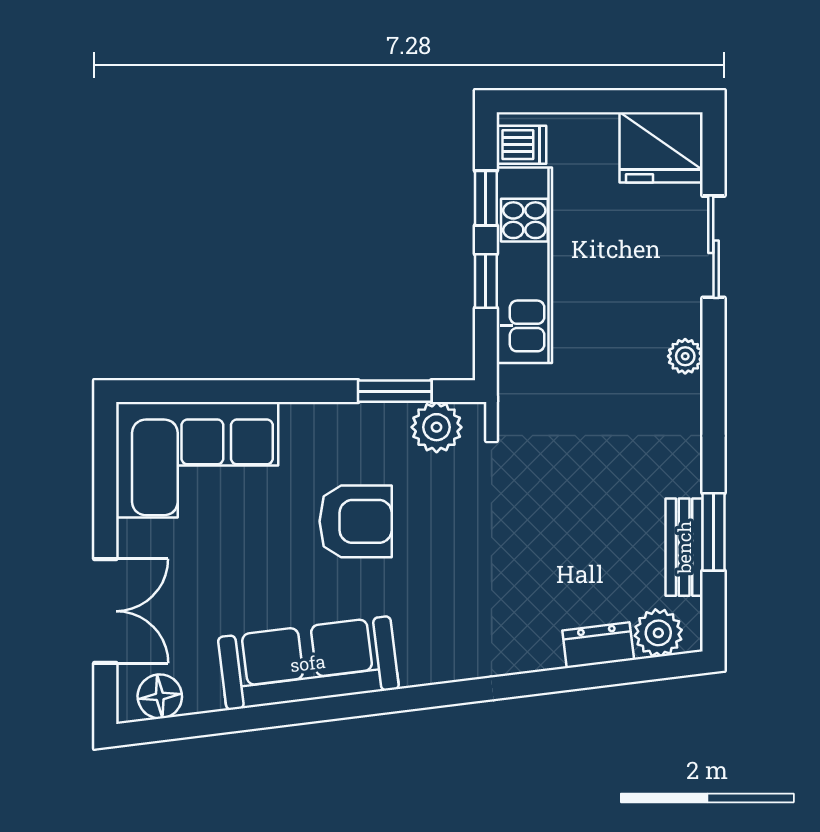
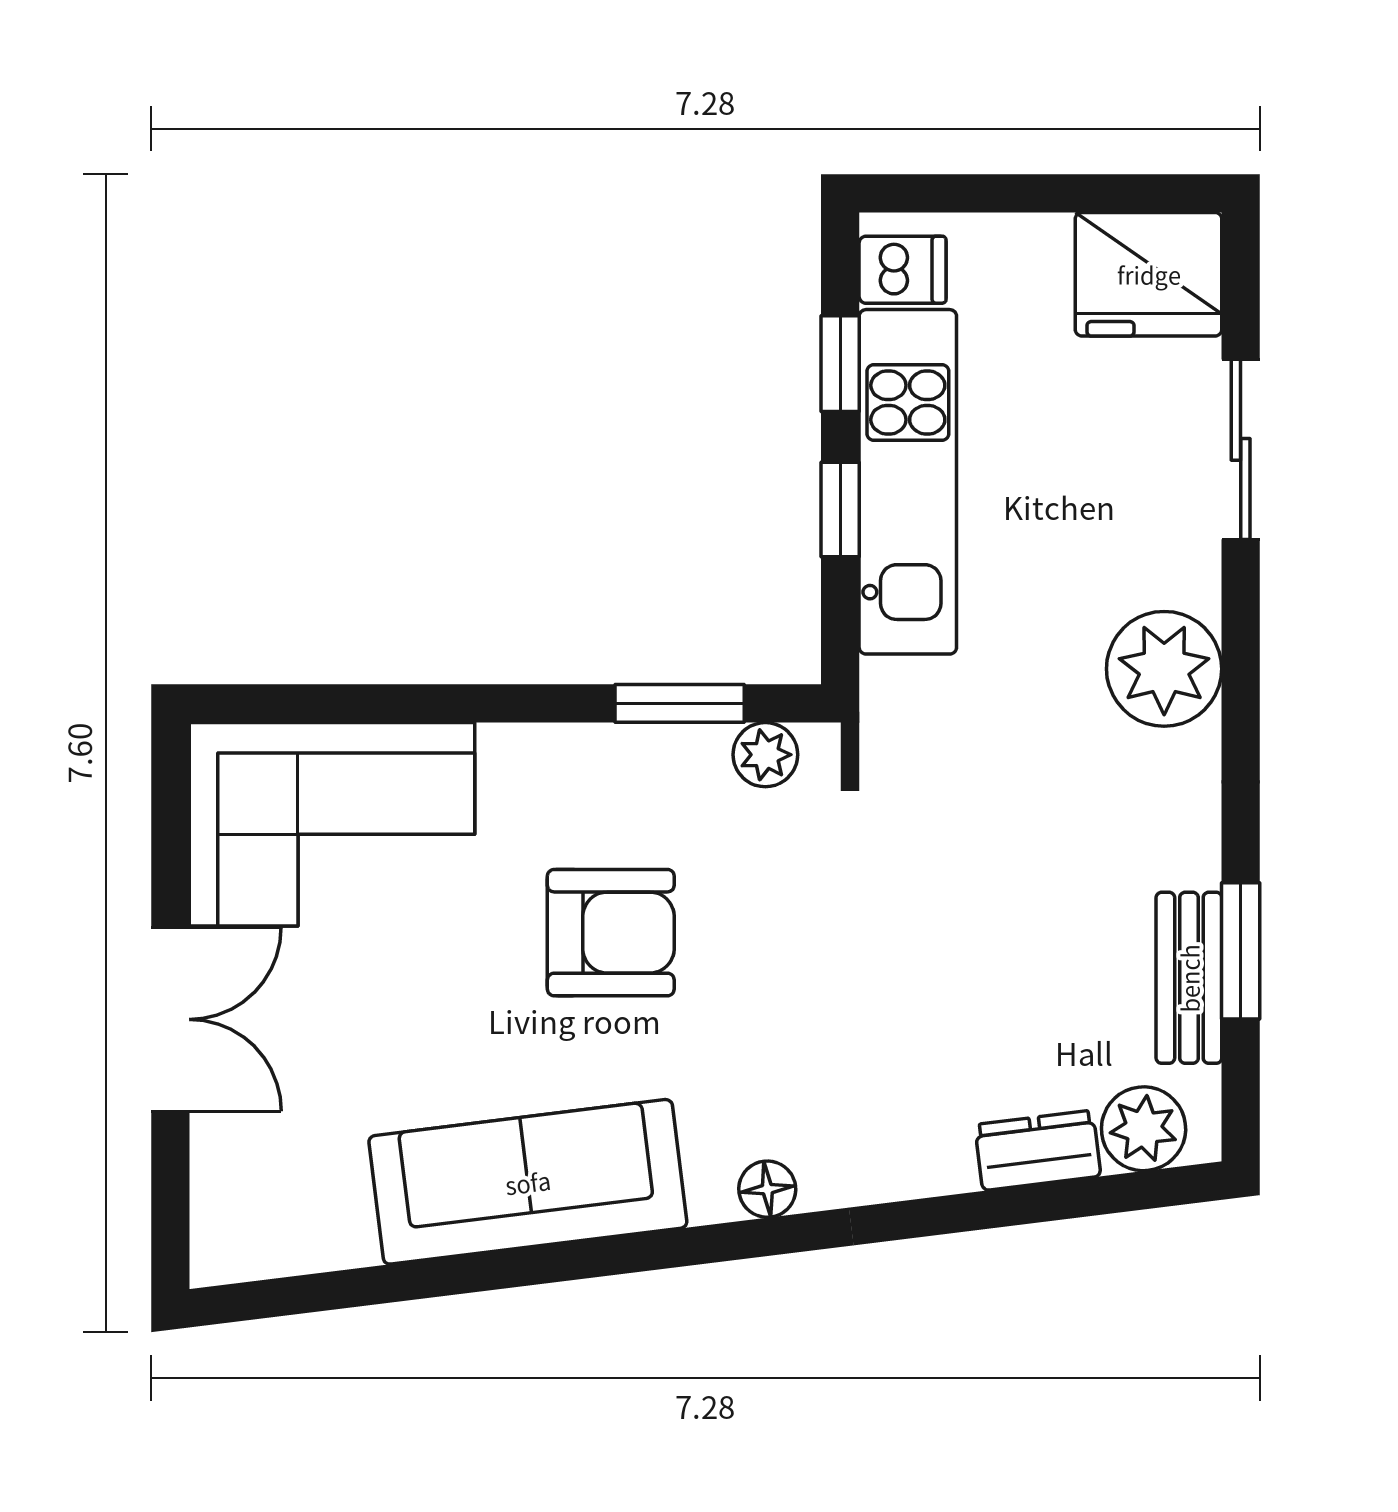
plant: (685, 356) -> (1164, 669), width x1.88, depth x1.88
plant: (437, 427) -> (765, 755), width x0.73, depth x0.73
double door: (105, 611) -> (170, 1019), moved
floor lamp: (160, 696) -> (767, 1189), moved, width x0.73, depth x0.73

